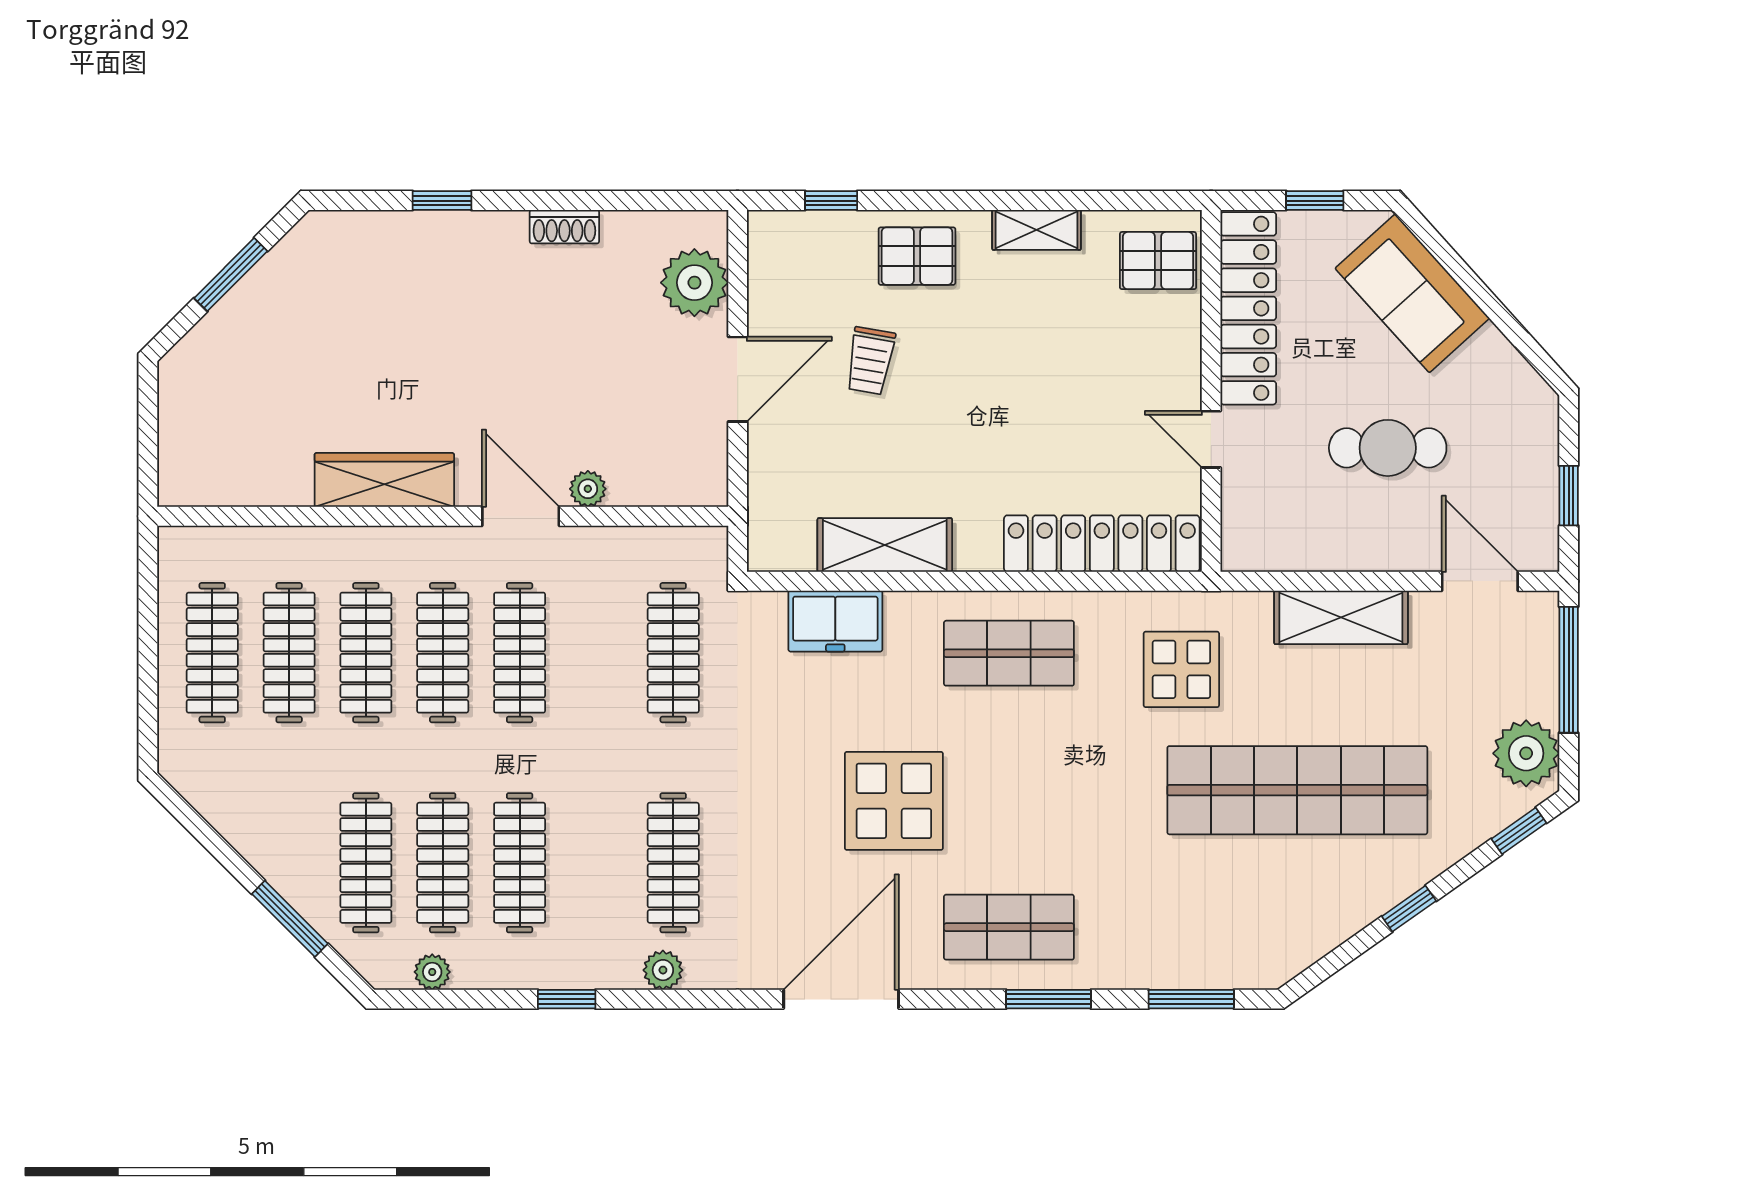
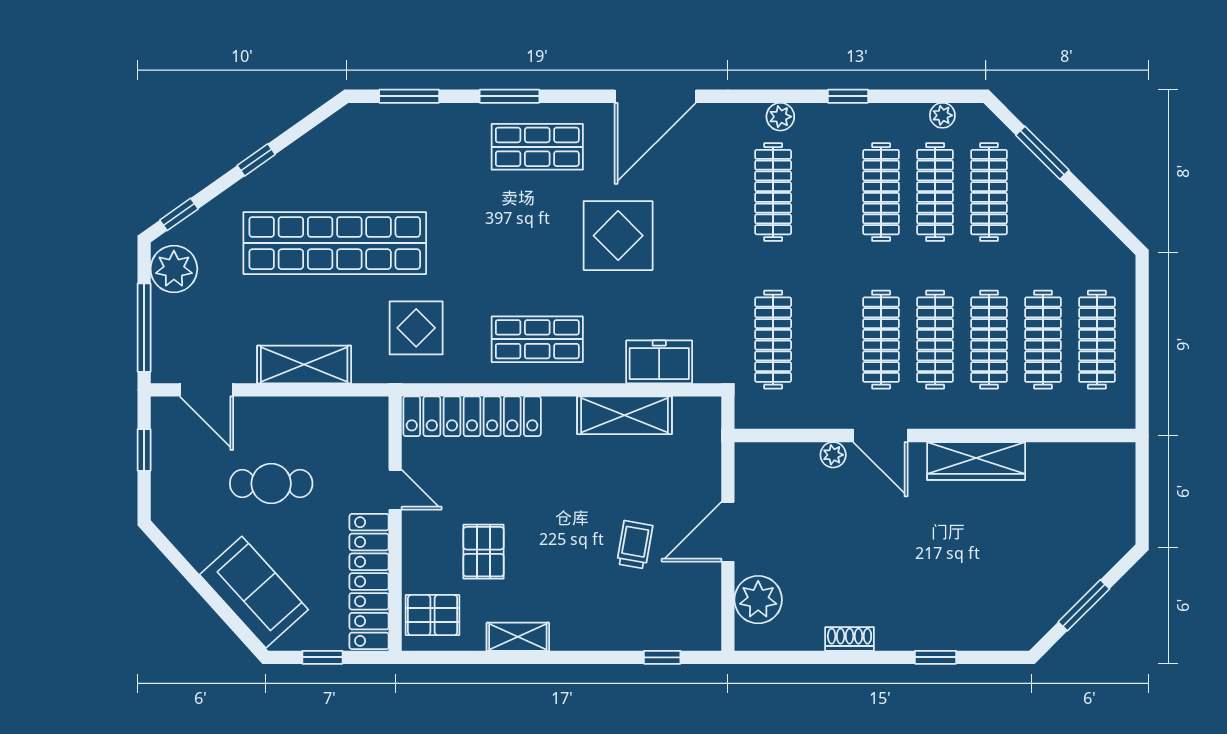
pallet: (917, 256) -> (484, 552), moved, turned 90

